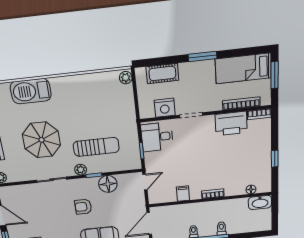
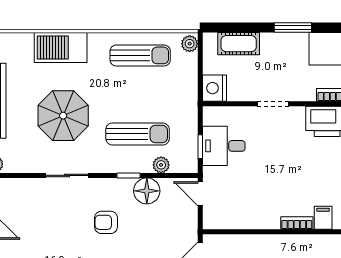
sun lounger: (90, 91) -> (140, 55), added
nightstand: (165, 108) -> (214, 88), moved, turned 90
desk: (157, 137) -> (224, 146), moved
plant: (81, 170) -> (161, 165), moved
door: (145, 182) -> (200, 194), swing flipped
filing cabinet: (183, 194) -> (323, 218), moved

